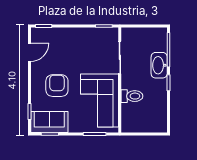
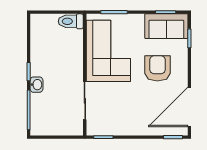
door: (29, 52) -> (189, 107), width x1.88
washbasin: (159, 65) -> (36, 85), width x0.52, depth x0.69
armchair: (57, 86) -> (157, 68), turned 180
toilet: (132, 96) -> (71, 21), moved

